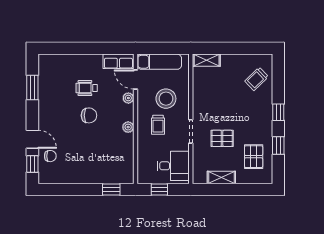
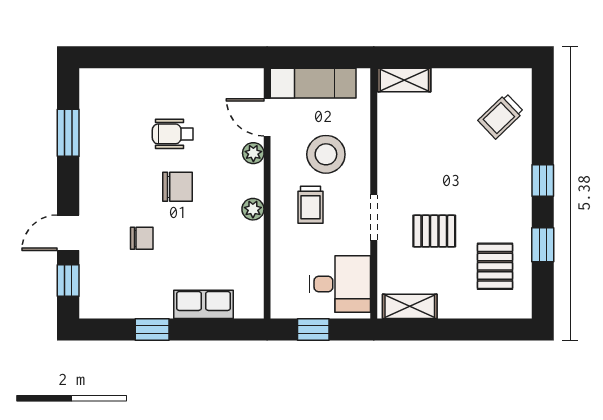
row of seats: (118, 61) -> (204, 304), moved, turned 180
door: (32, 139) -> (68, 233), swing flipped
chair: (50, 156) -> (142, 238), moved
shelving: (221, 177) -> (410, 306), moved
window: (111, 189) -> (152, 330), moved

